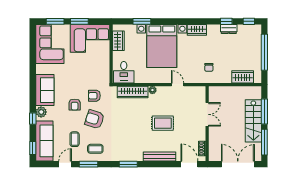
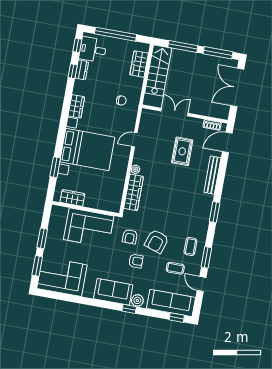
corner sofa: (90, 38) -> (89, 228), moved, turned 90
desk: (124, 72) -> (93, 50), moved, turned 180
window: (33, 119) -> (129, 309), moved
stairs: (253, 121) -> (158, 70), moved, turned -90
rug: (163, 123) -> (182, 151), moved

